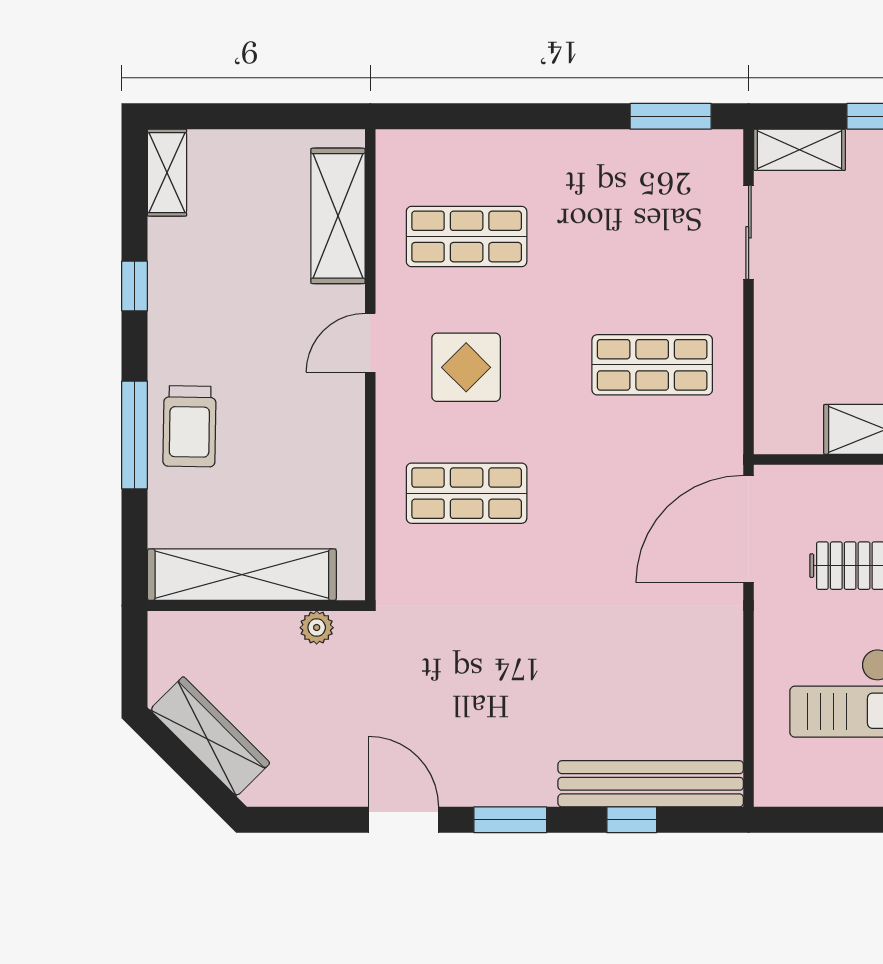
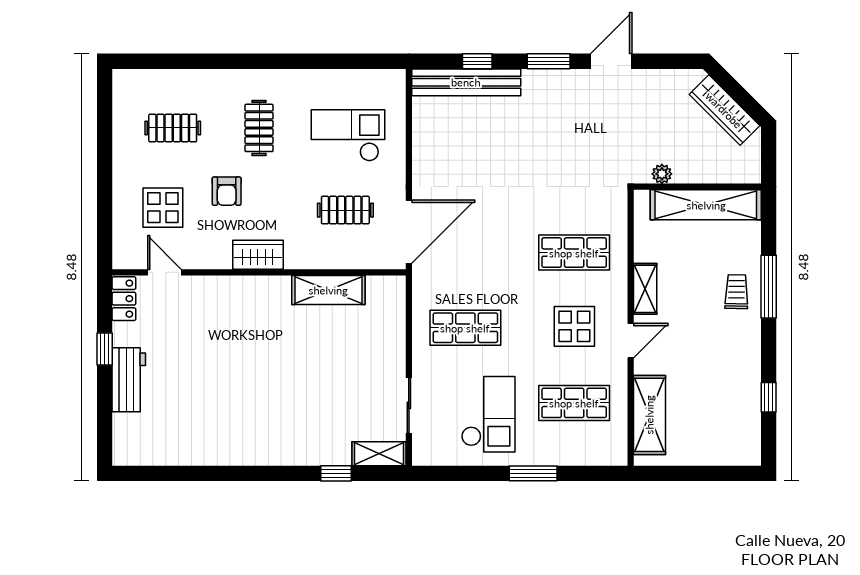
window: (671, 116) -> (533, 473), moved
shelving: (167, 173) -> (645, 289), moved
checkout: (613, 217) -> (488, 414), added
window: (135, 286) -> (769, 397), moved
trolley: (189, 426) -> (736, 292), width x0.73, depth x0.72
door: (403, 820) -> (611, 61), swing flipped

